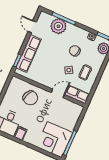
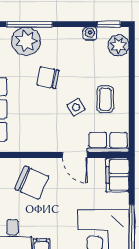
chair: (75, 51) -> (48, 78), moved
door: (58, 94) -> (75, 155), swing flipped
filing cabinet: (75, 113) -> (118, 175), added

